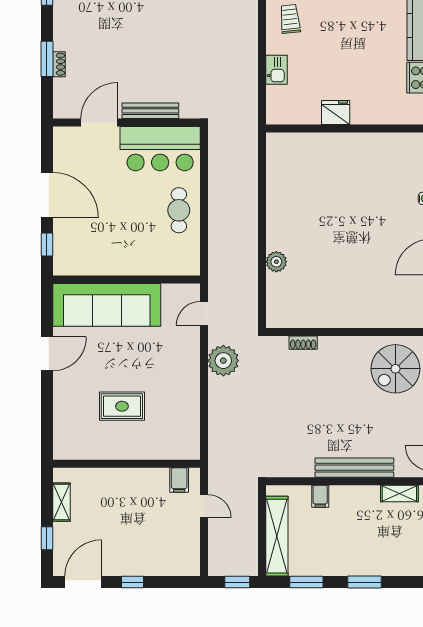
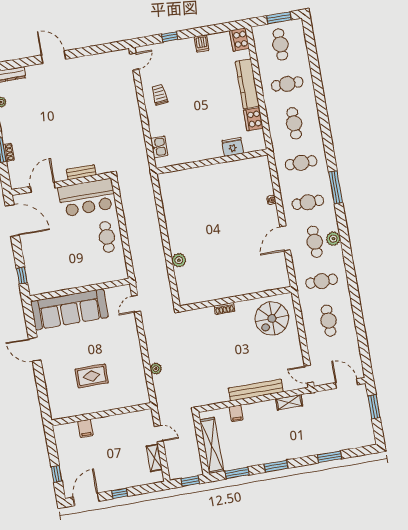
kitchen sink: (277, 70) -> (159, 147), moved
bench: (150, 111) -> (81, 172), width x0.73
fridge: (336, 112) -> (233, 147), moved
door: (47, 195) -> (12, 220), moved
shoe rack: (303, 343) -> (224, 309), moved
door: (47, 354) -> (35, 349), swing flipped
plant: (223, 361) -> (156, 369), moved, width x0.53, depth x0.53
filing cabinet: (179, 480) -> (85, 428), moved
shelving: (61, 502) -> (154, 458), moved

